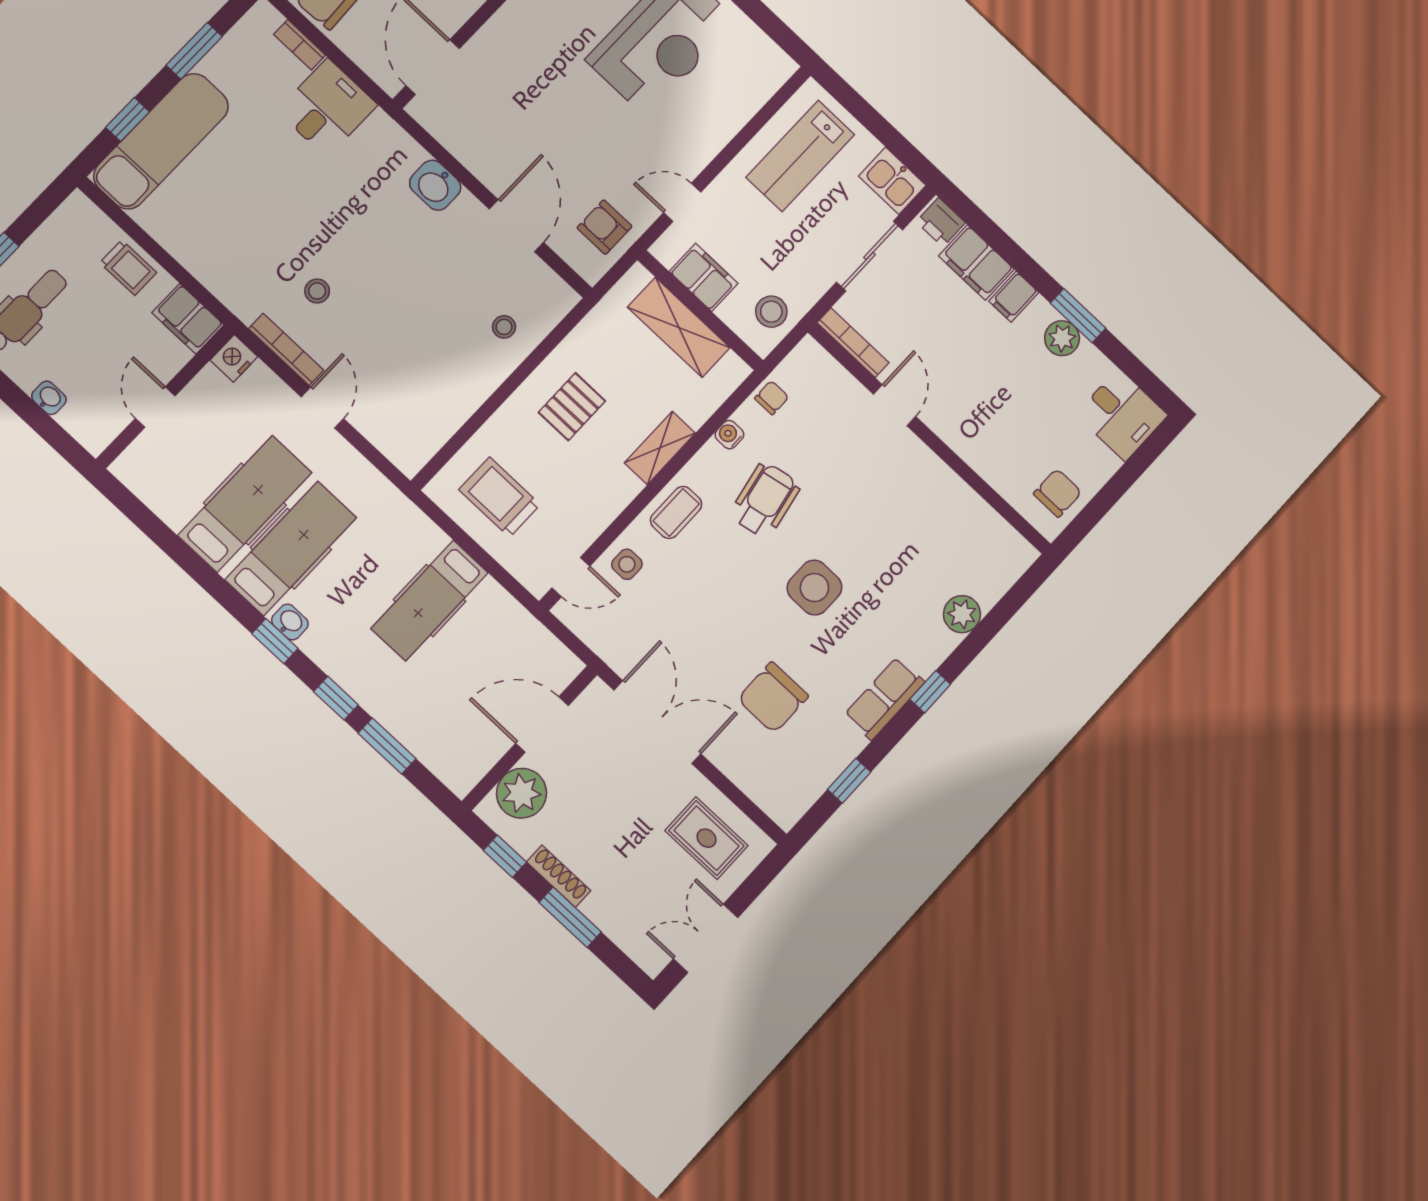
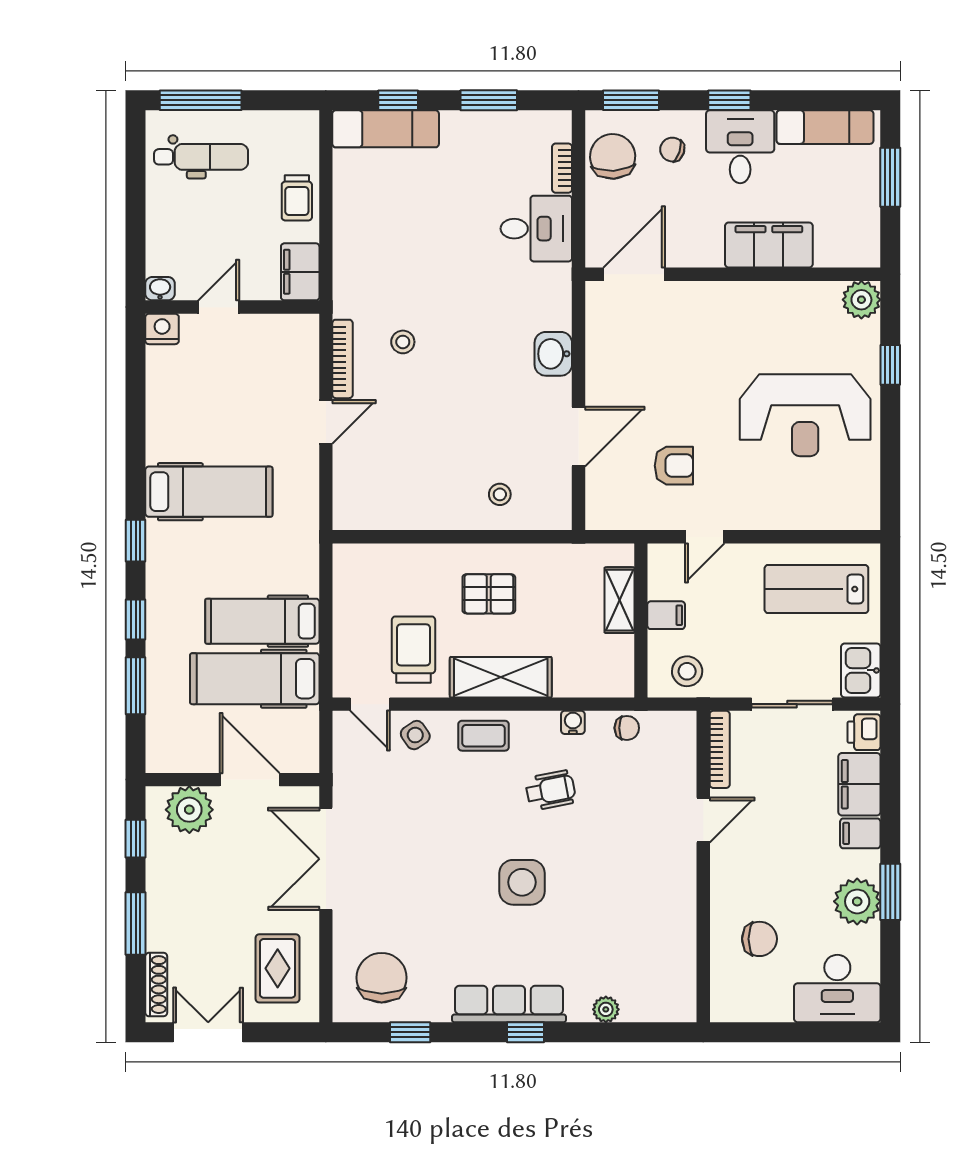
exam couch: (161, 141) -> (386, 129), width x0.73, depth x0.69
door: (682, 202) -> (705, 537), swing flipped
armchair: (604, 227) -> (674, 466), moved, turned 90
filing cabinet: (704, 277) -> (666, 615), width x0.50
shelving: (679, 327) -> (619, 600), width x0.67, depth x0.75
plant: (1062, 338) -> (857, 901), width x1.36, depth x1.36
nightstand: (234, 358) -> (162, 329), moved
washbasin: (49, 398) -> (160, 289), moved, turned -90
desk: (1122, 415) -> (837, 989), width x1.37
shelving: (660, 448) -> (501, 677), width x1.50, depth x1.33
chair: (1058, 493) -> (759, 939), moved
trolley: (499, 497) -> (413, 650), moved
wheelchair: (765, 500) -> (551, 790), width x0.73, depth x0.73
hospital bed: (245, 504) -> (255, 679), moved, turned 180
side table: (627, 564) -> (415, 735), turned -34
plant: (962, 614) -> (606, 1009), width x0.73, depth x0.73
washbasin: (290, 622) -> (158, 539), removed
chair: (773, 698) -> (382, 978), moved, turned 90
row of seats: (884, 698) -> (509, 1004), width x1.48
double door: (657, 722) -> (326, 859), swing flipped
shoe rack: (559, 876) -> (156, 985), moved

